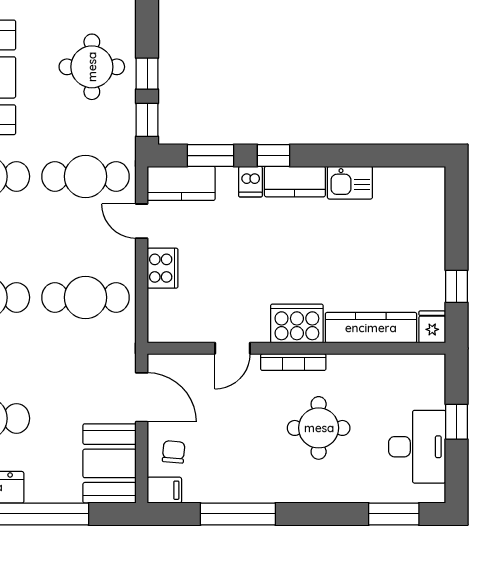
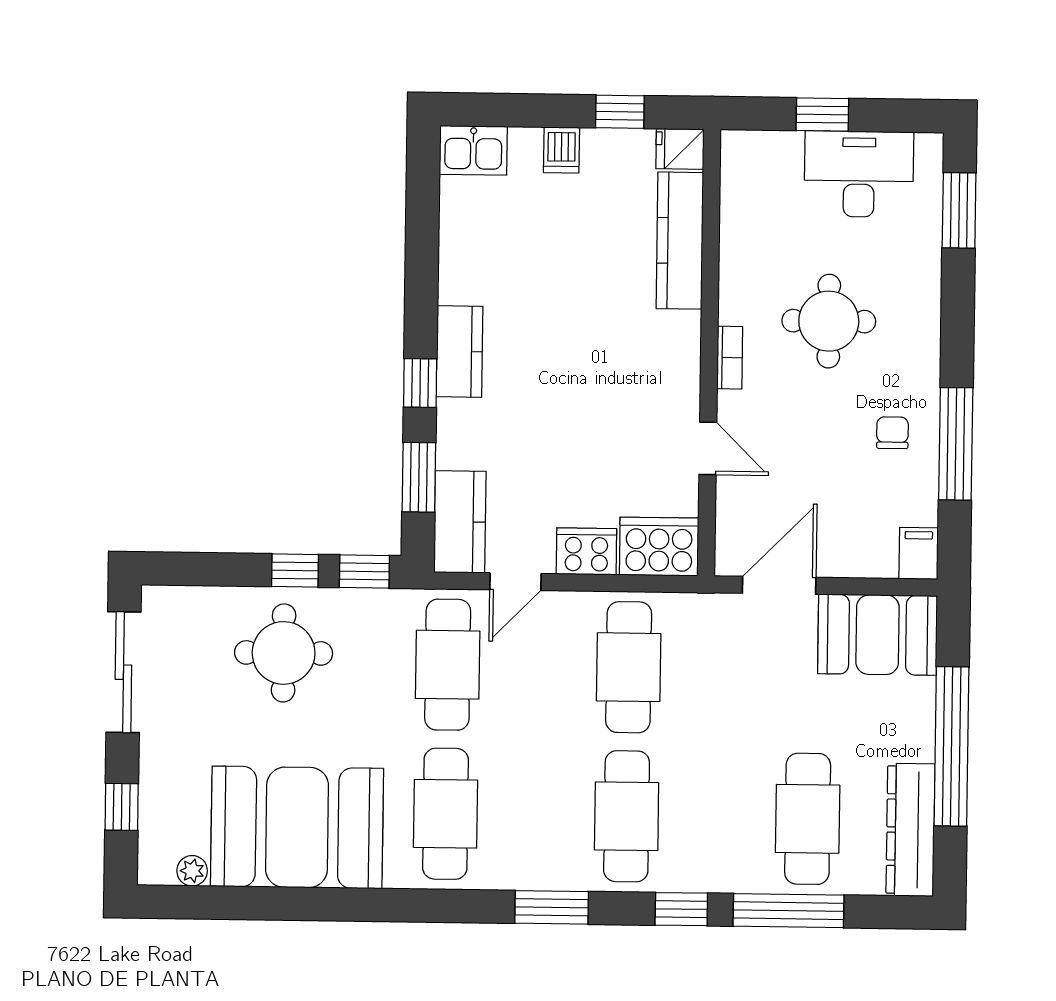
dishwasher: (250, 182) -> (561, 150), moved, turned 90
kitchen sink: (350, 183) -> (473, 150), moved, turned 90
cooker: (297, 323) -> (659, 547), moved, turned 90
bookcase: (293, 362) -> (730, 358), width x0.64
chair: (174, 452) -> (892, 433), moved, turned 85

